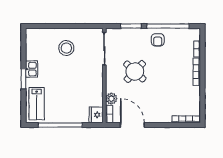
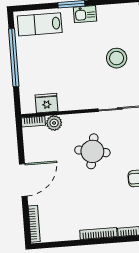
round table: (135, 71) -> (92, 151), turned -33
fridge: (96, 115) -> (47, 103), moved
door: (132, 125) -> (23, 180), moved

